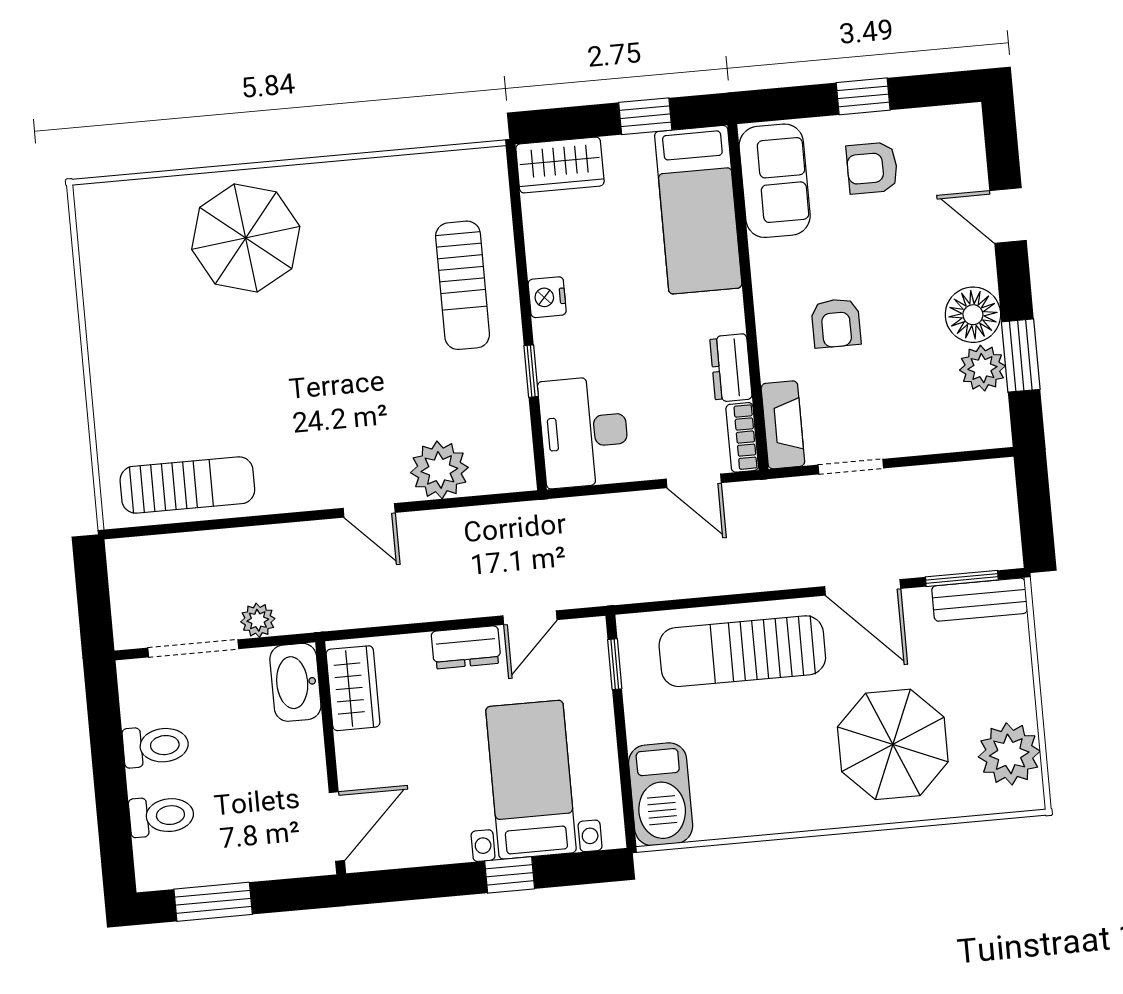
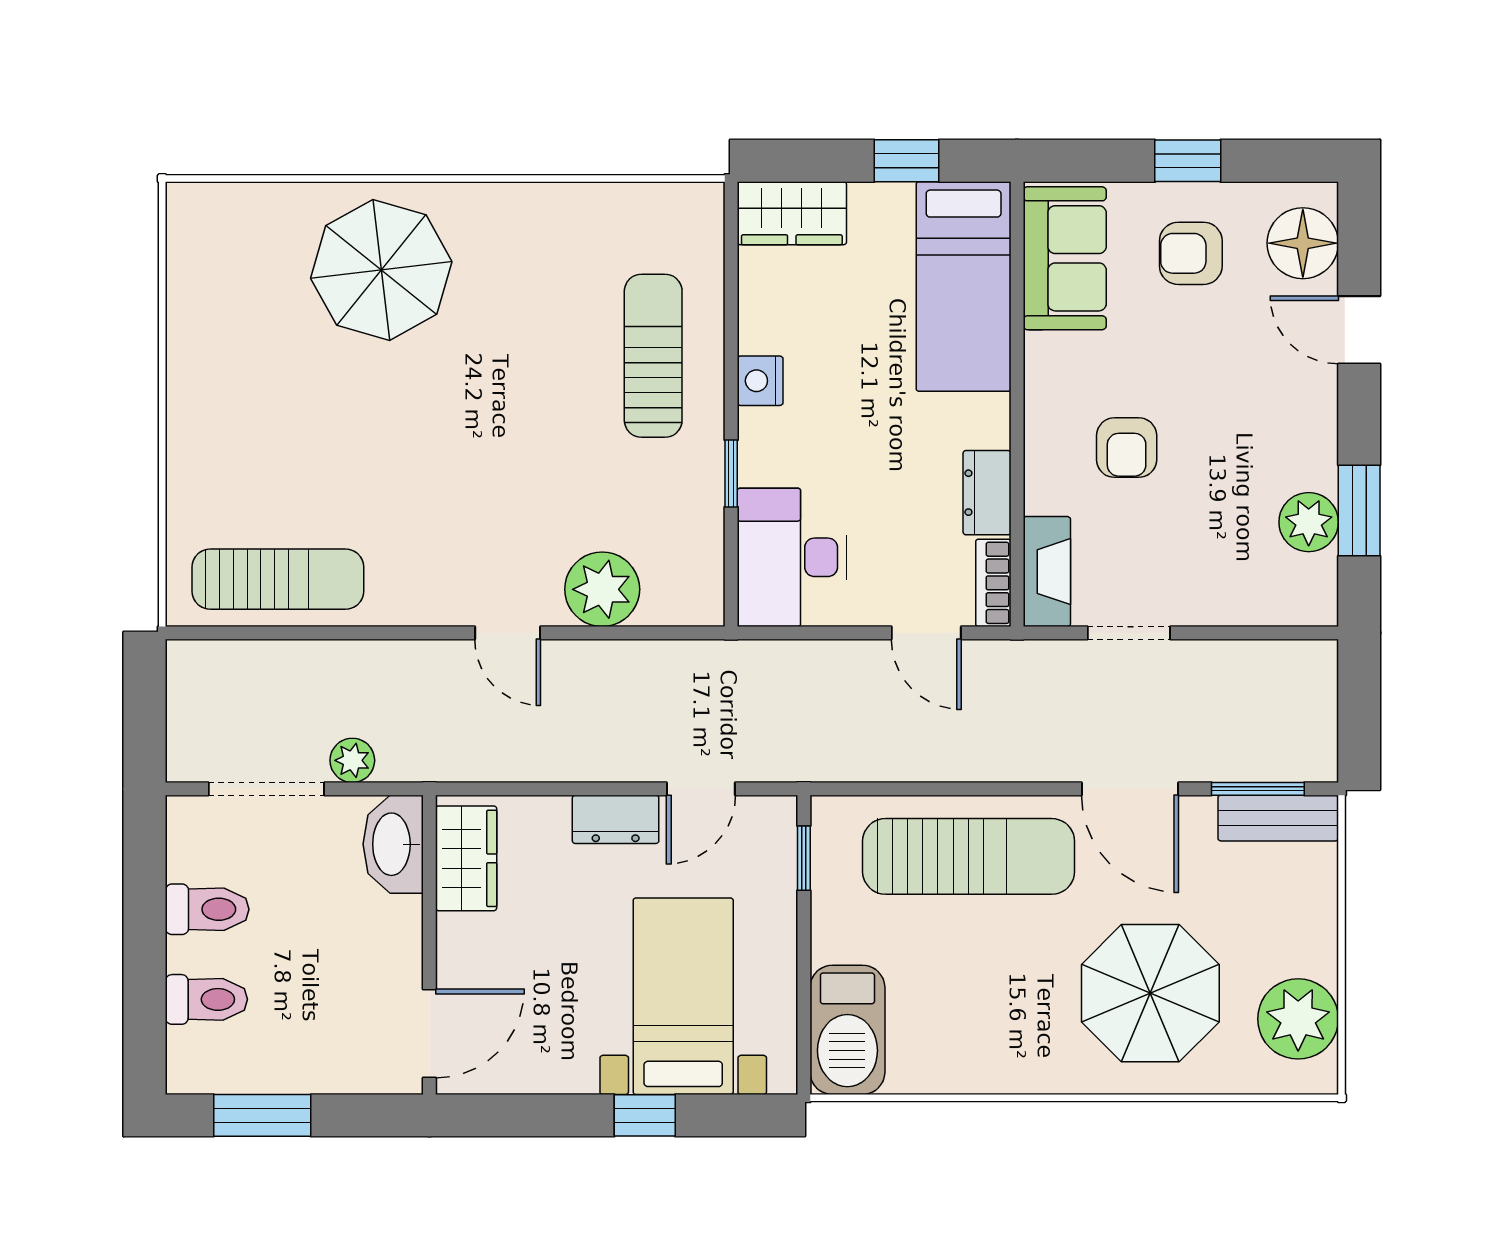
sun lounger: (463, 285) -> (653, 356), turned 180
floor lamp: (973, 315) -> (1303, 243), moved
sun lounger: (742, 651) -> (969, 856), turned 180

